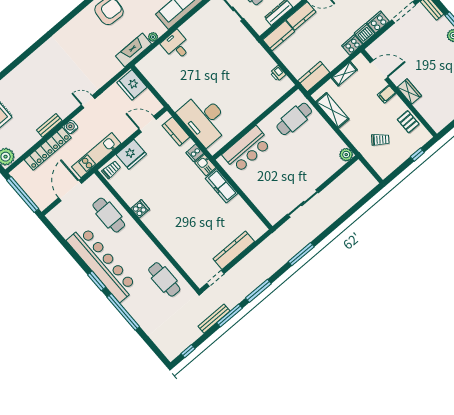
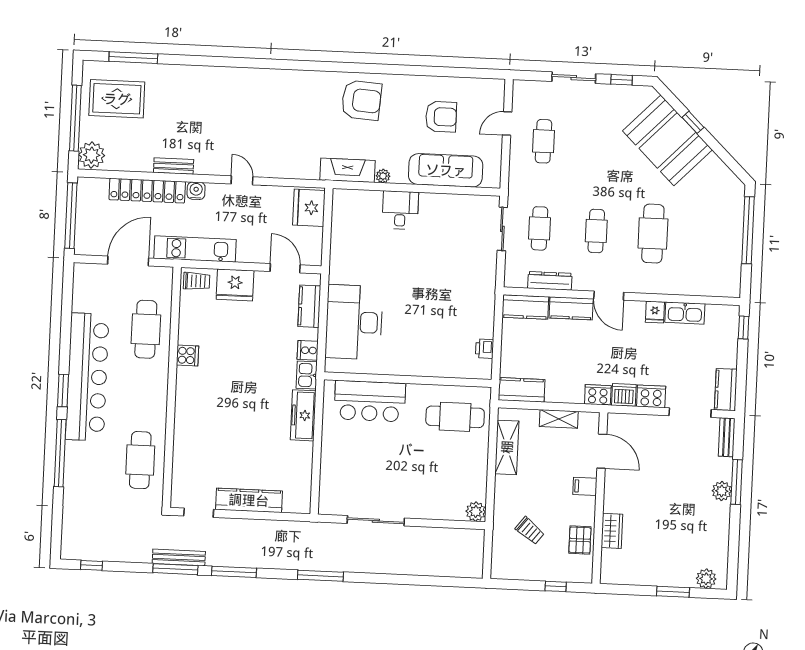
wardrobe: (409, 92) -> (612, 531), moved
bench: (214, 319) -> (179, 557), moved

